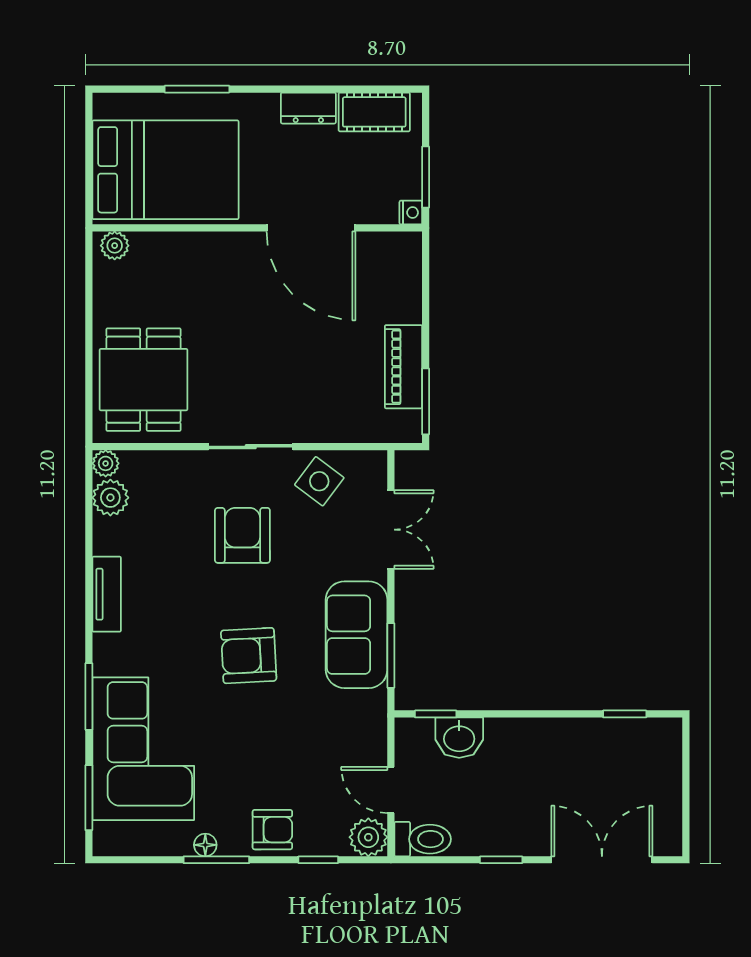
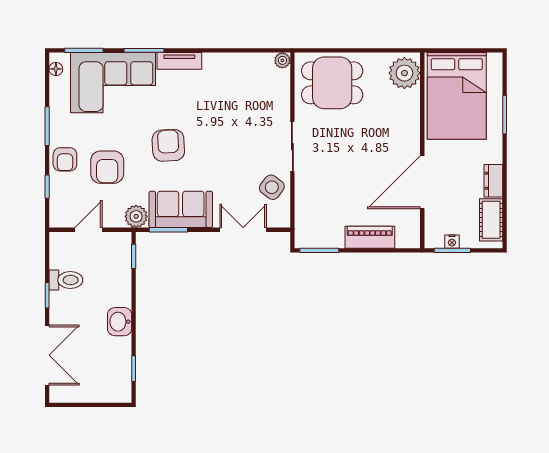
nightstand: (411, 213) -> (452, 242), moved
plant: (115, 246) -> (404, 73), width x1.88, depth x1.88
piano: (403, 367) -> (370, 237), moved
plant: (110, 498) -> (262, 63), removed
double door: (391, 530) -> (243, 230), swing flipped
armchair: (242, 535) -> (107, 167), moved, turned 90
tv unit: (107, 594) -> (179, 61), moved
washbasin: (459, 738) -> (120, 322), moved
plant: (368, 837) -> (136, 216), moved
toilet: (423, 839) -> (66, 280), moved, turned -90
floor lamp: (205, 845) -> (56, 69), moved

